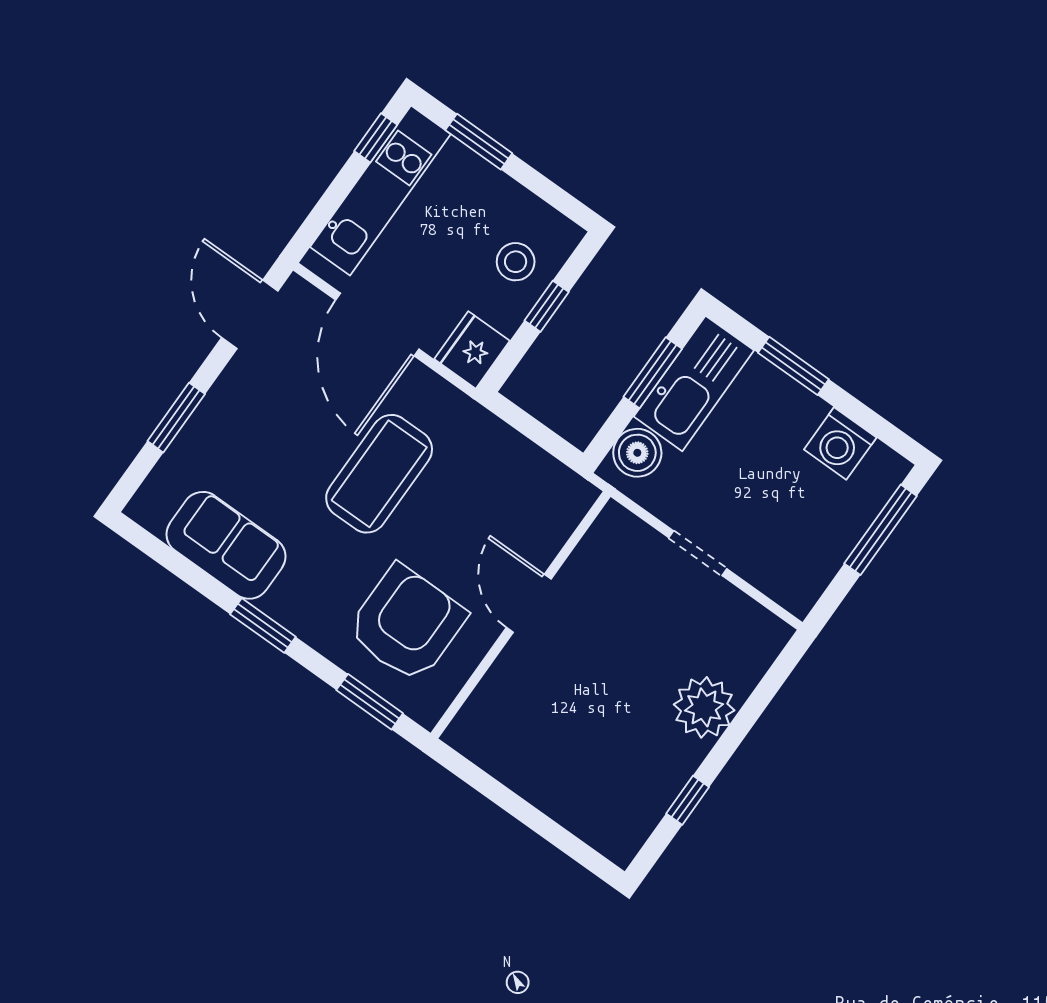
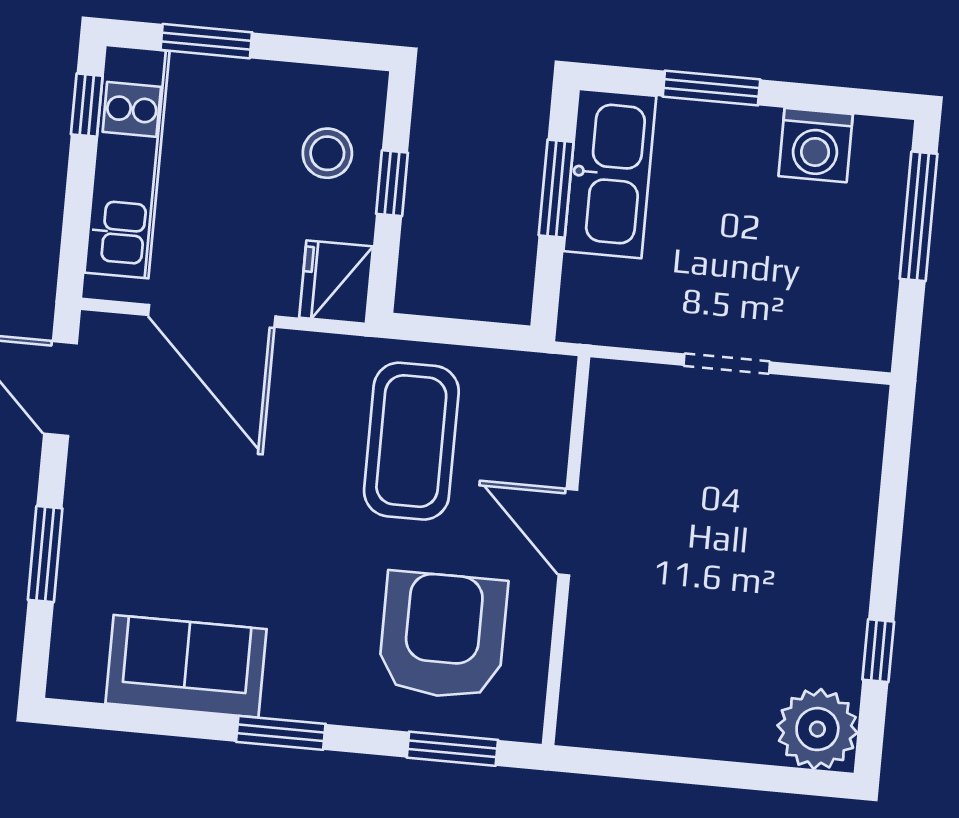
boiler: (637, 453) -> (592, 290), removed
coffee table: (379, 474) -> (411, 441), moved
plant: (704, 707) -> (817, 729), moved

